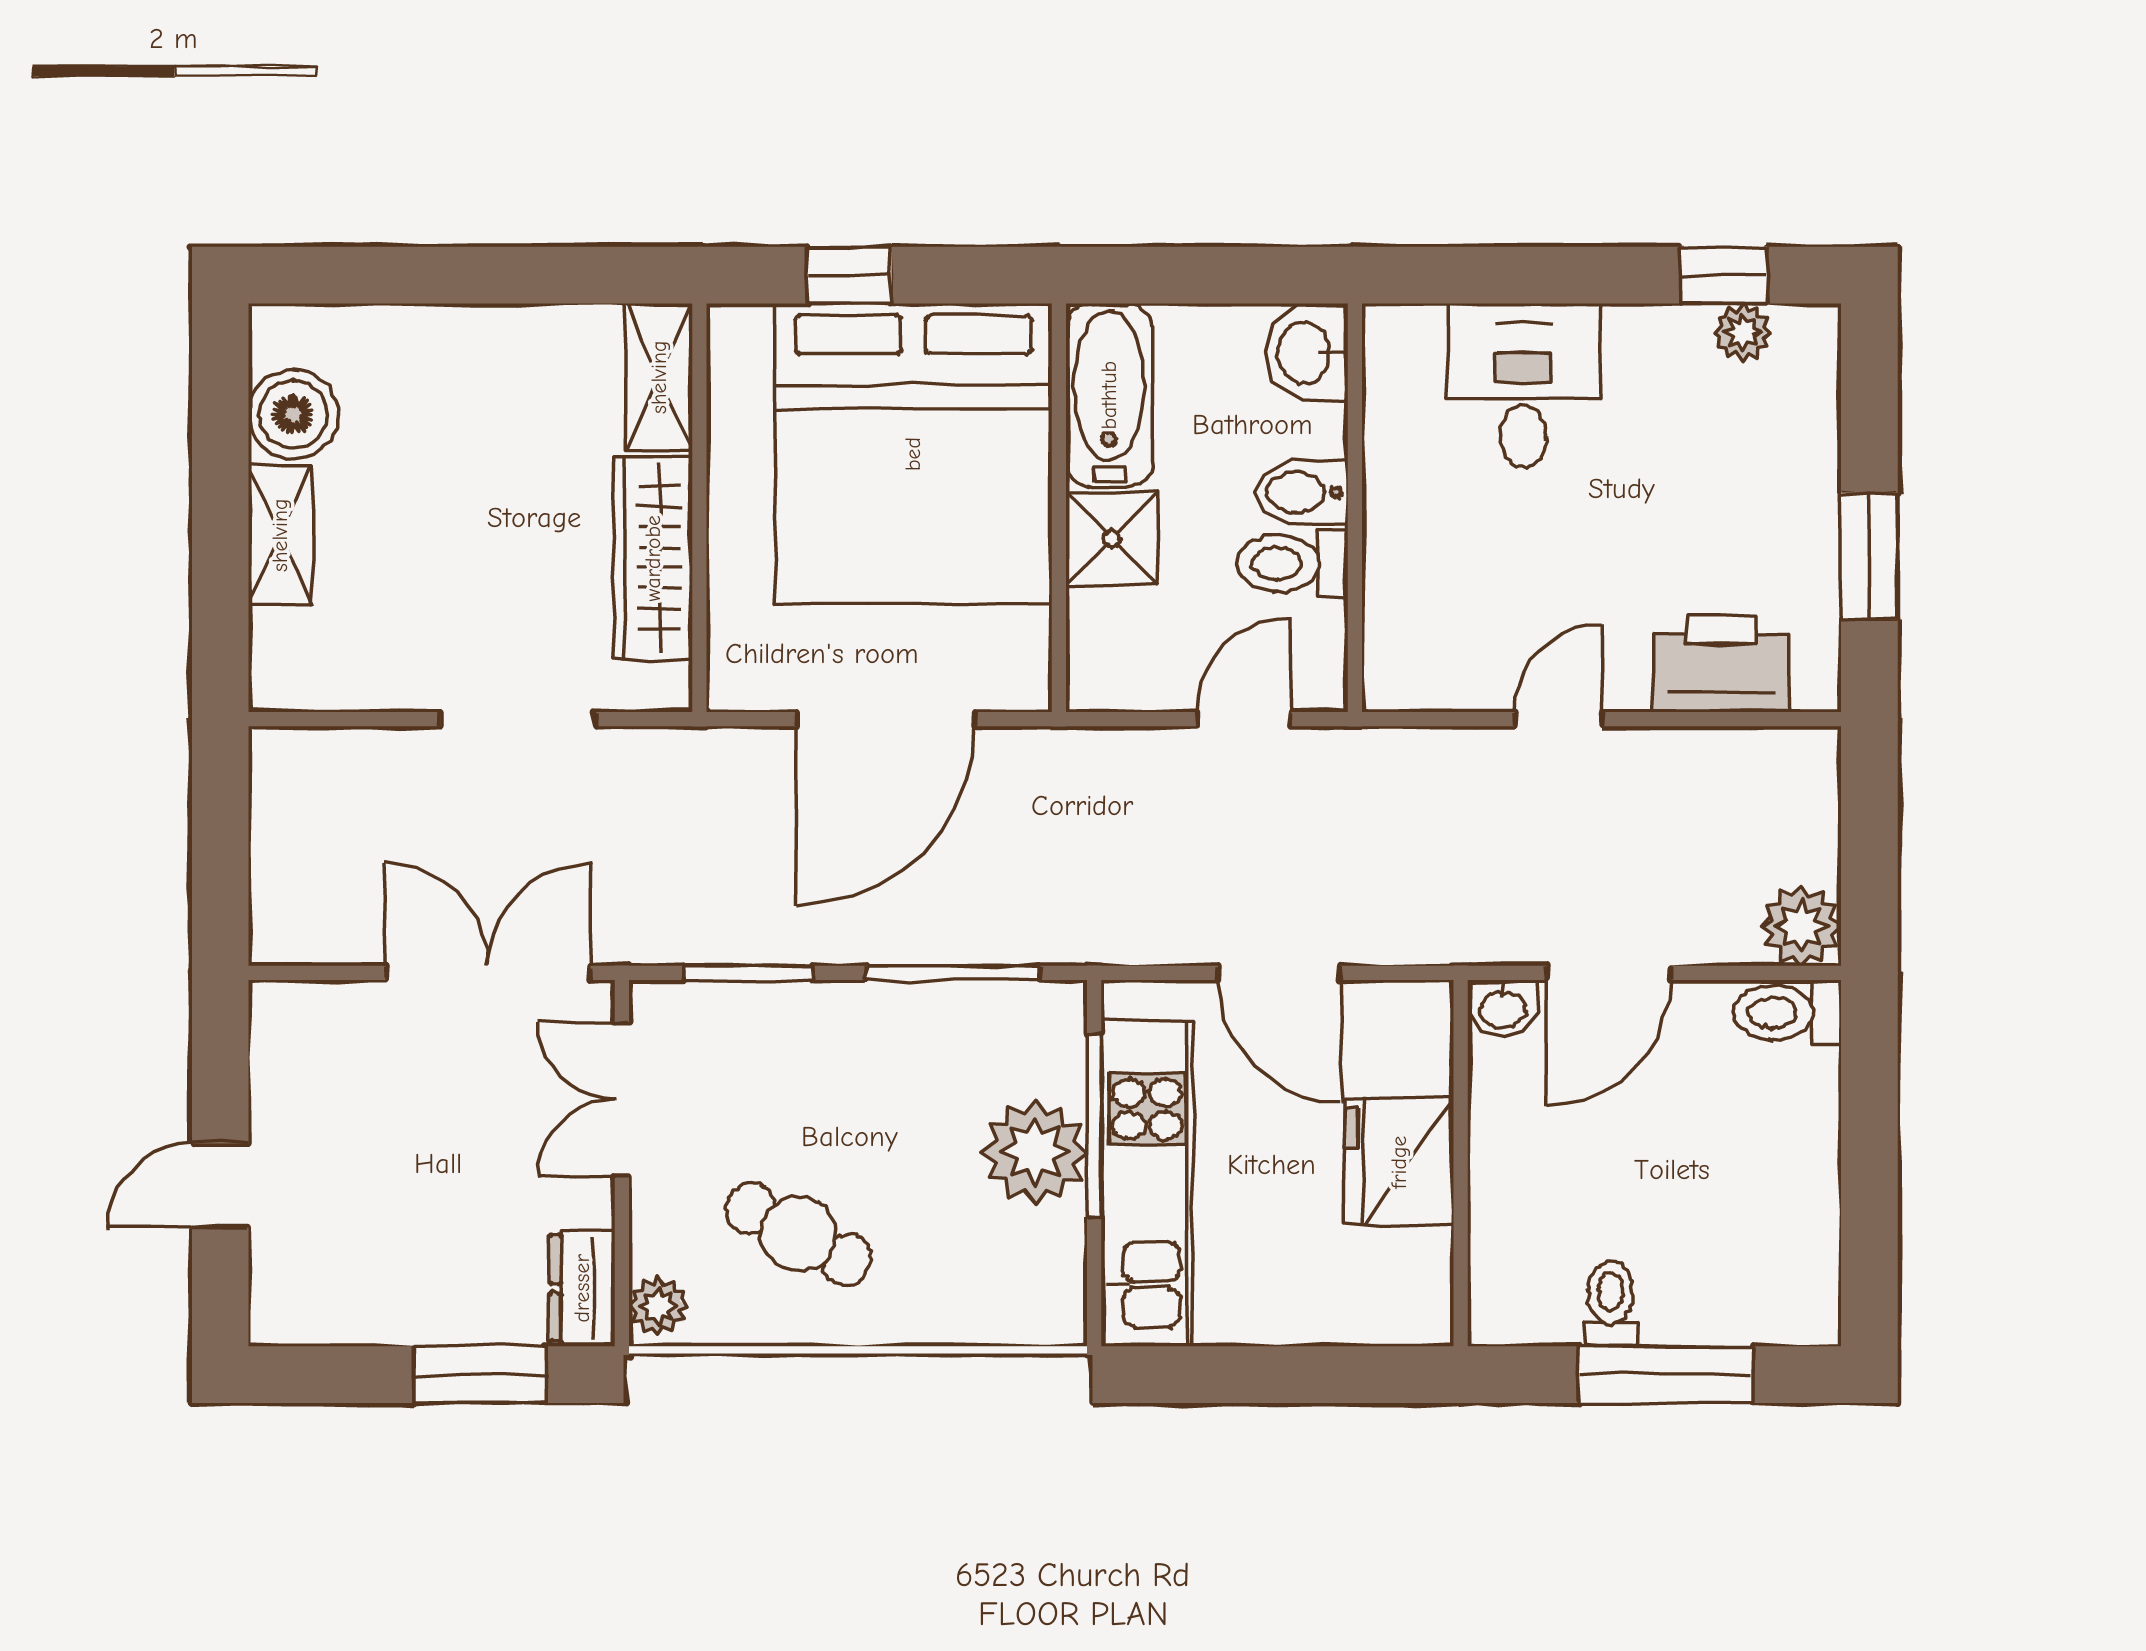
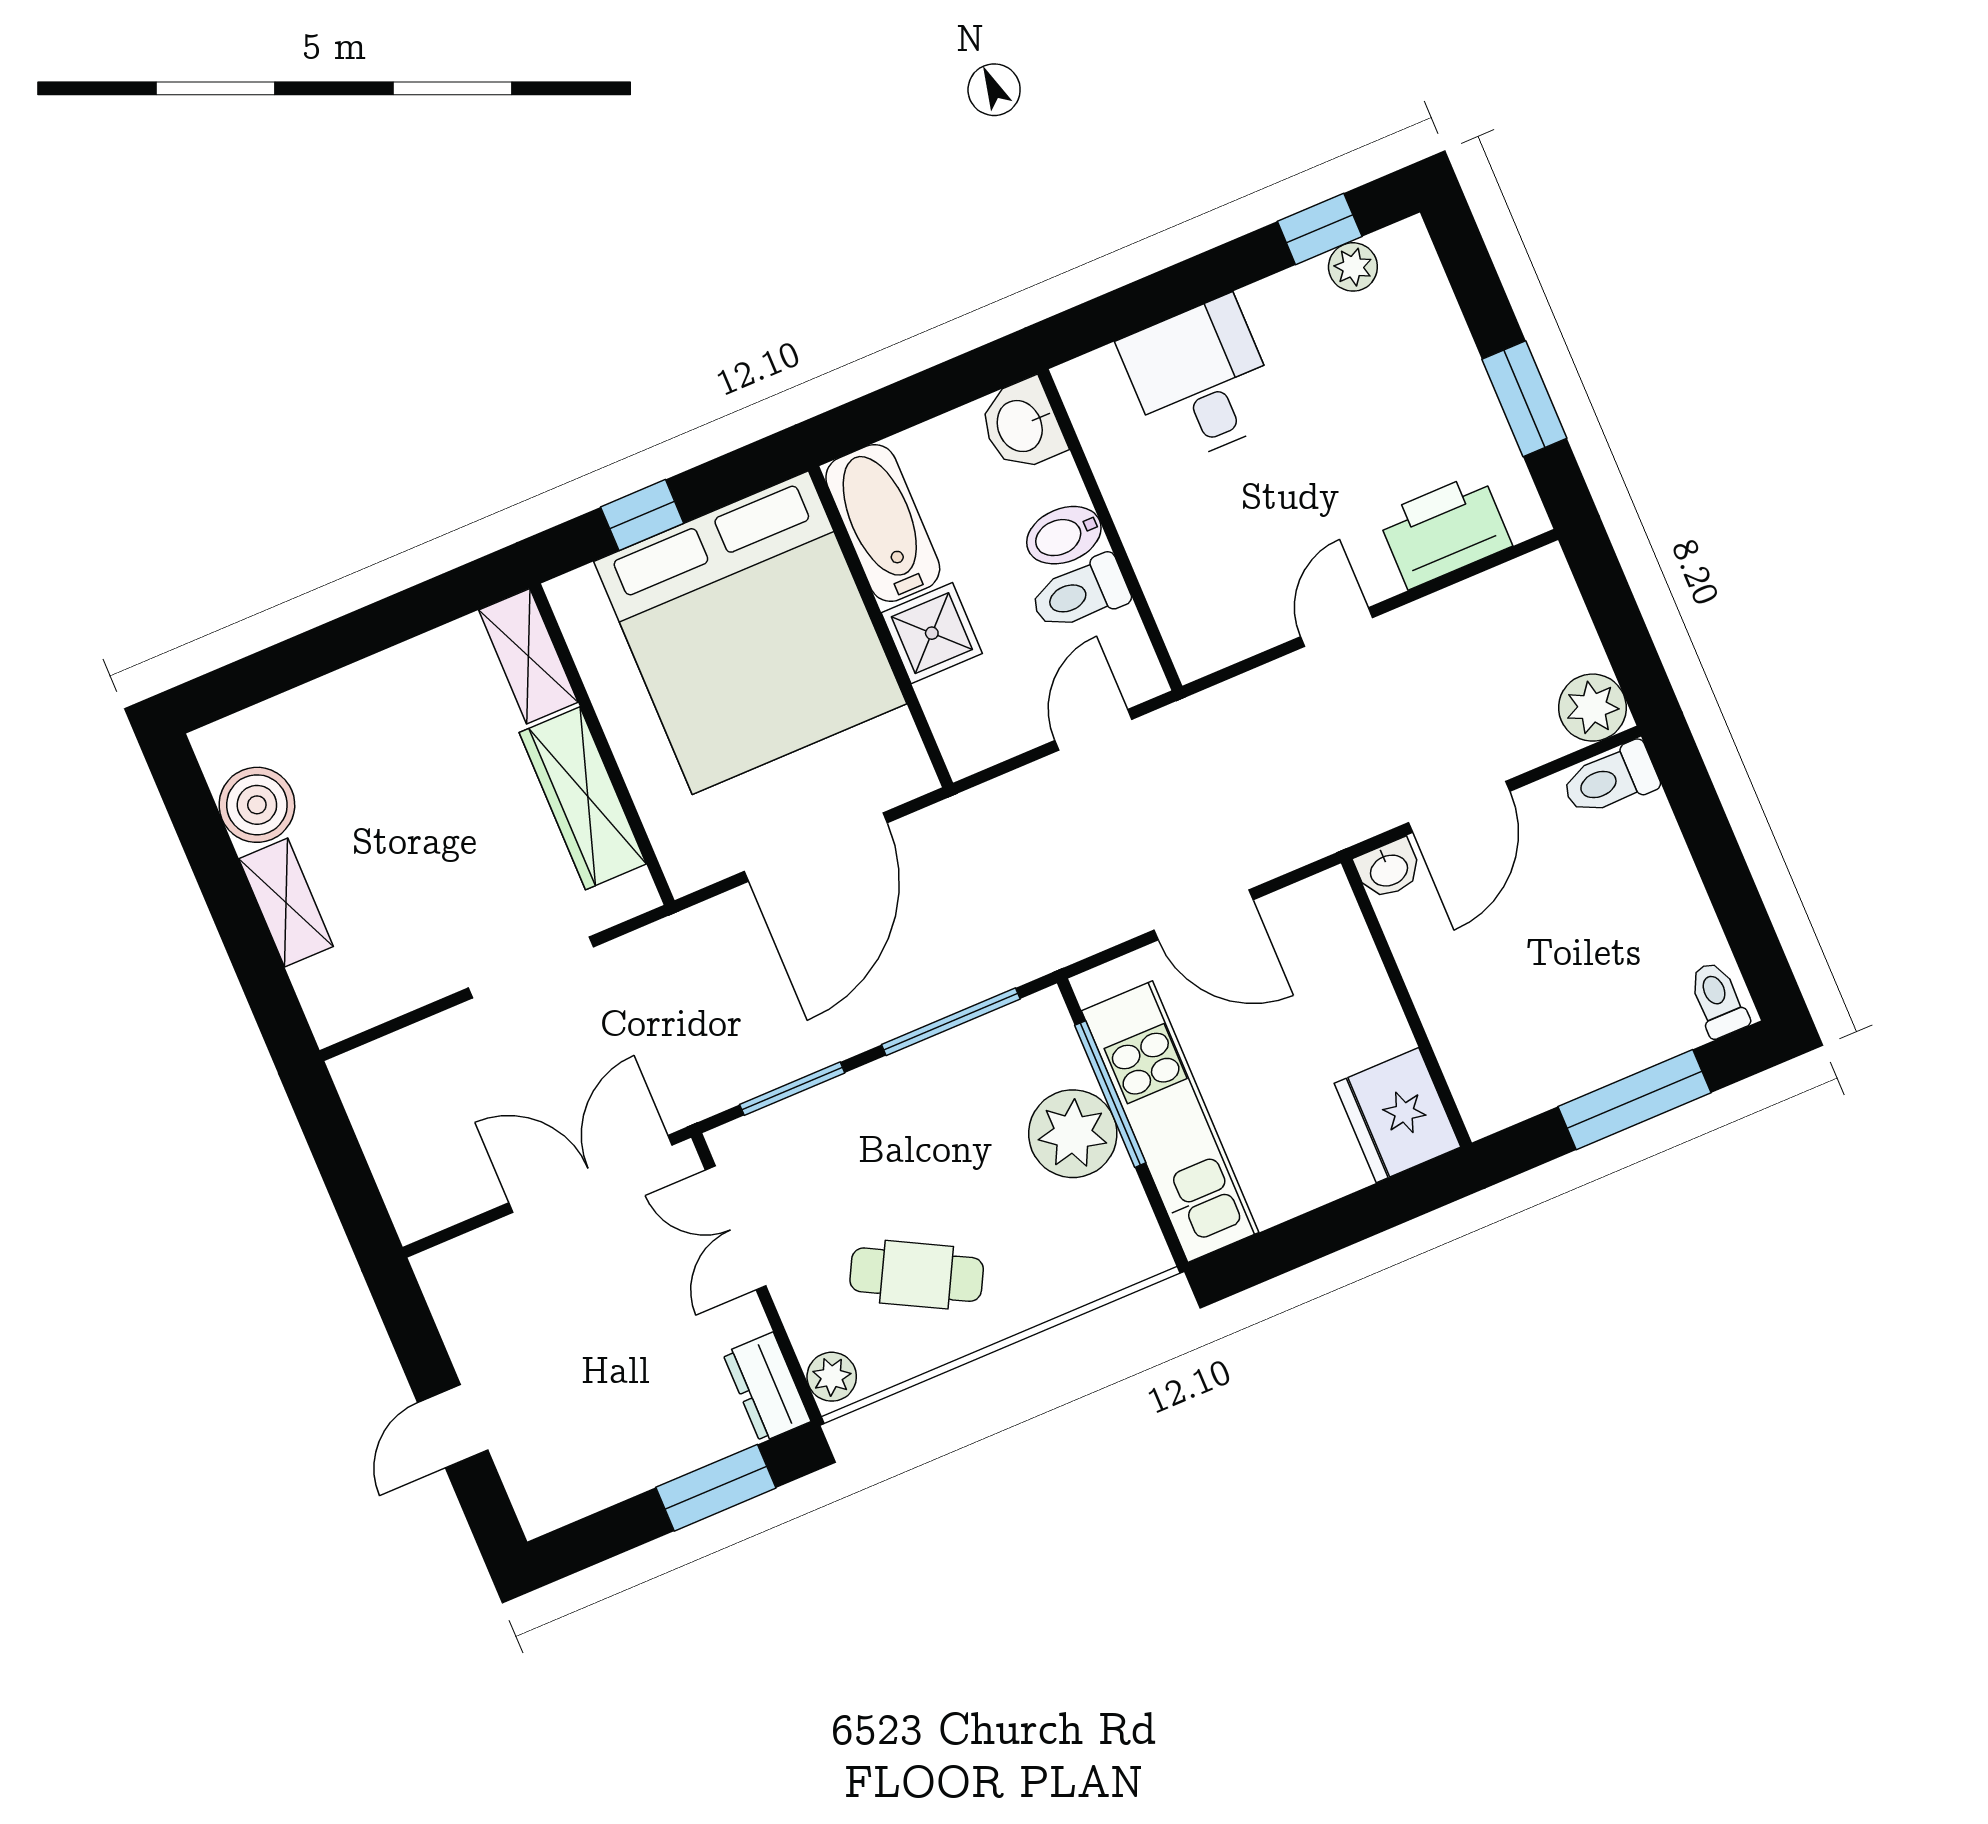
fridge: (1399, 1162) -> (1398, 1115), moved
toilet: (1611, 1303) -> (1718, 999), moved

